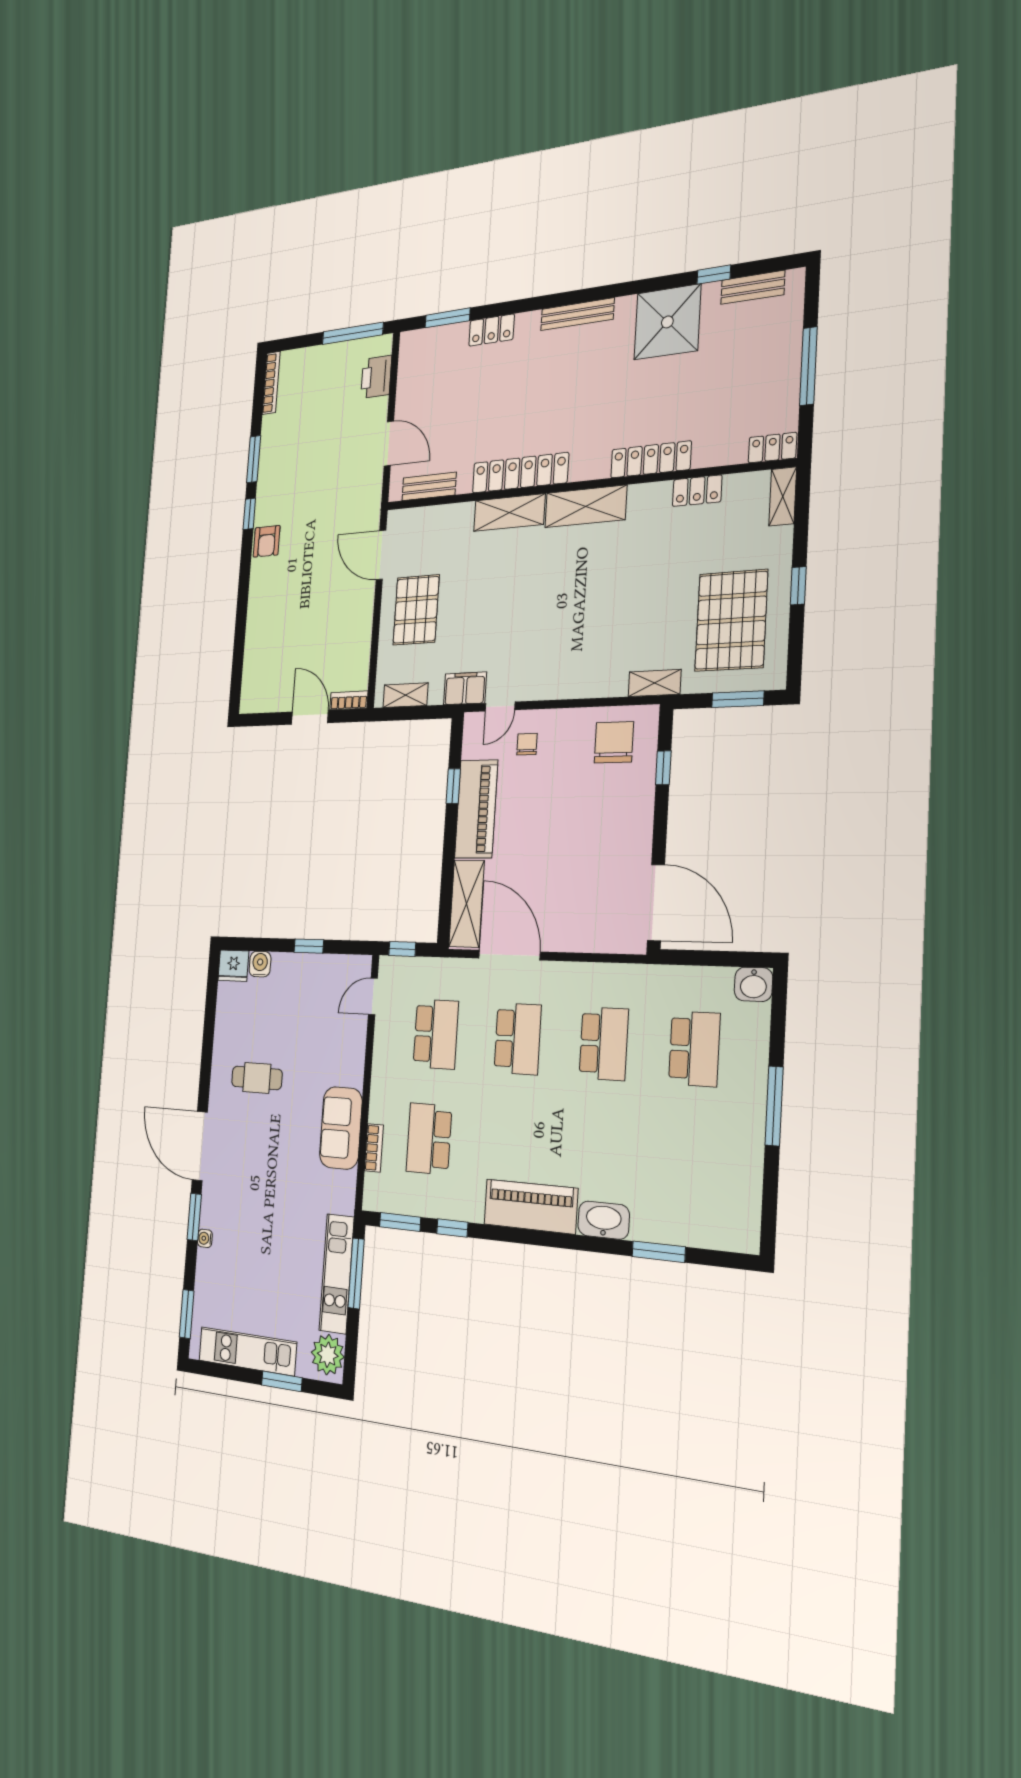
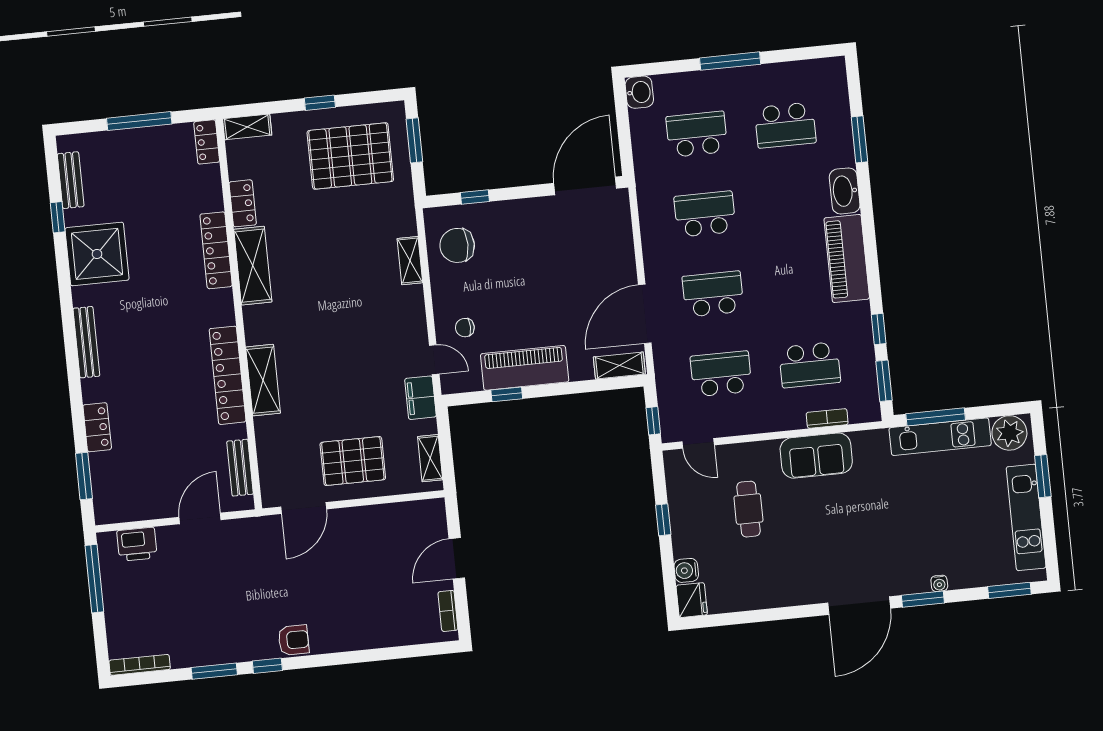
shelving: (586, 506) -> (253, 266), moved
shelving: (655, 683) -> (410, 261), moved
bookcase: (349, 700) -> (448, 611), moved
shelving: (467, 904) -> (619, 366), width x0.67, depth x0.75
cafe table: (257, 1078) -> (748, 509), moved
school desk: (689, 1162) -> (785, 125), added

